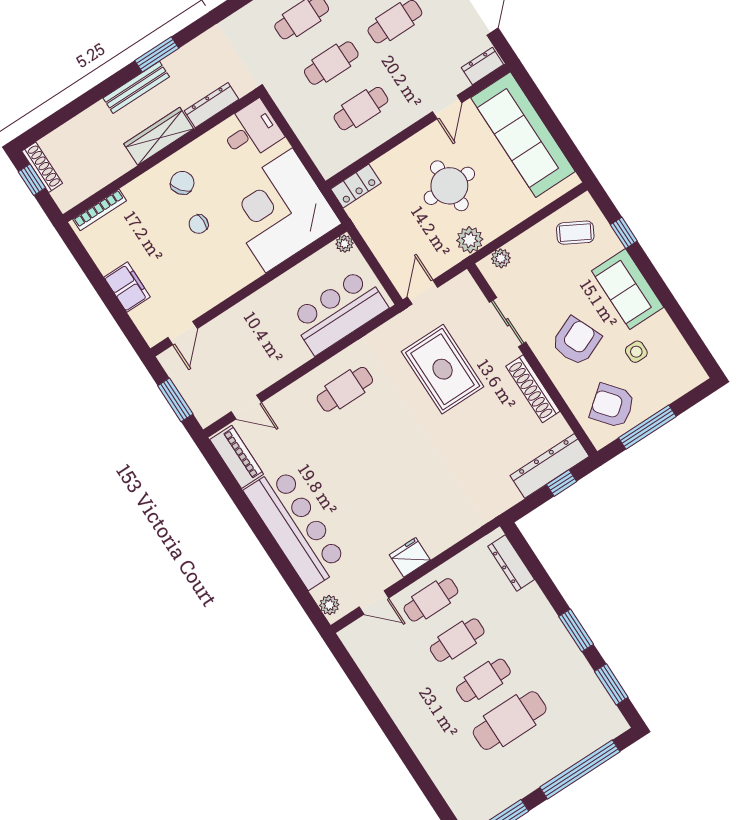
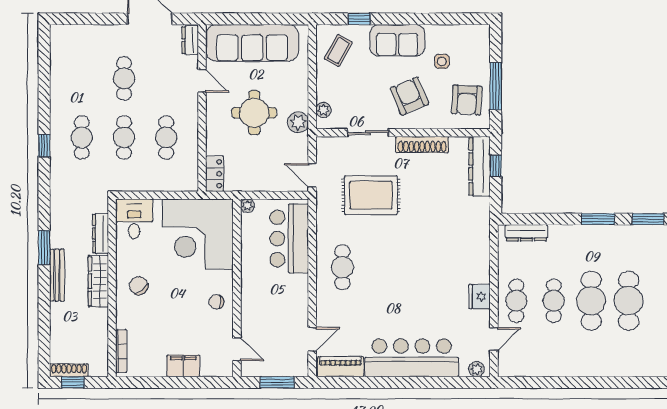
chair: (199, 224) -> (216, 302), moved, turned 90
armchair: (612, 406) -> (467, 100), turned -48
cafe table: (483, 680) -> (591, 301), width x1.37, depth x1.35

